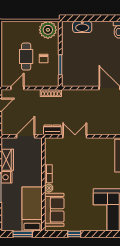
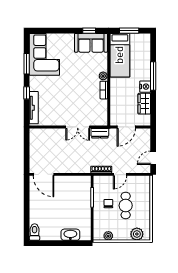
plant: (15, 28) -> (137, 234), added
plant: (48, 30) -> (108, 236), width x0.53, depth x0.53
door: (17, 88) -> (120, 174), moved
sofa: (54, 210) -> (91, 43), moved, turned -90
window: (74, 234) -> (89, 31), moved

